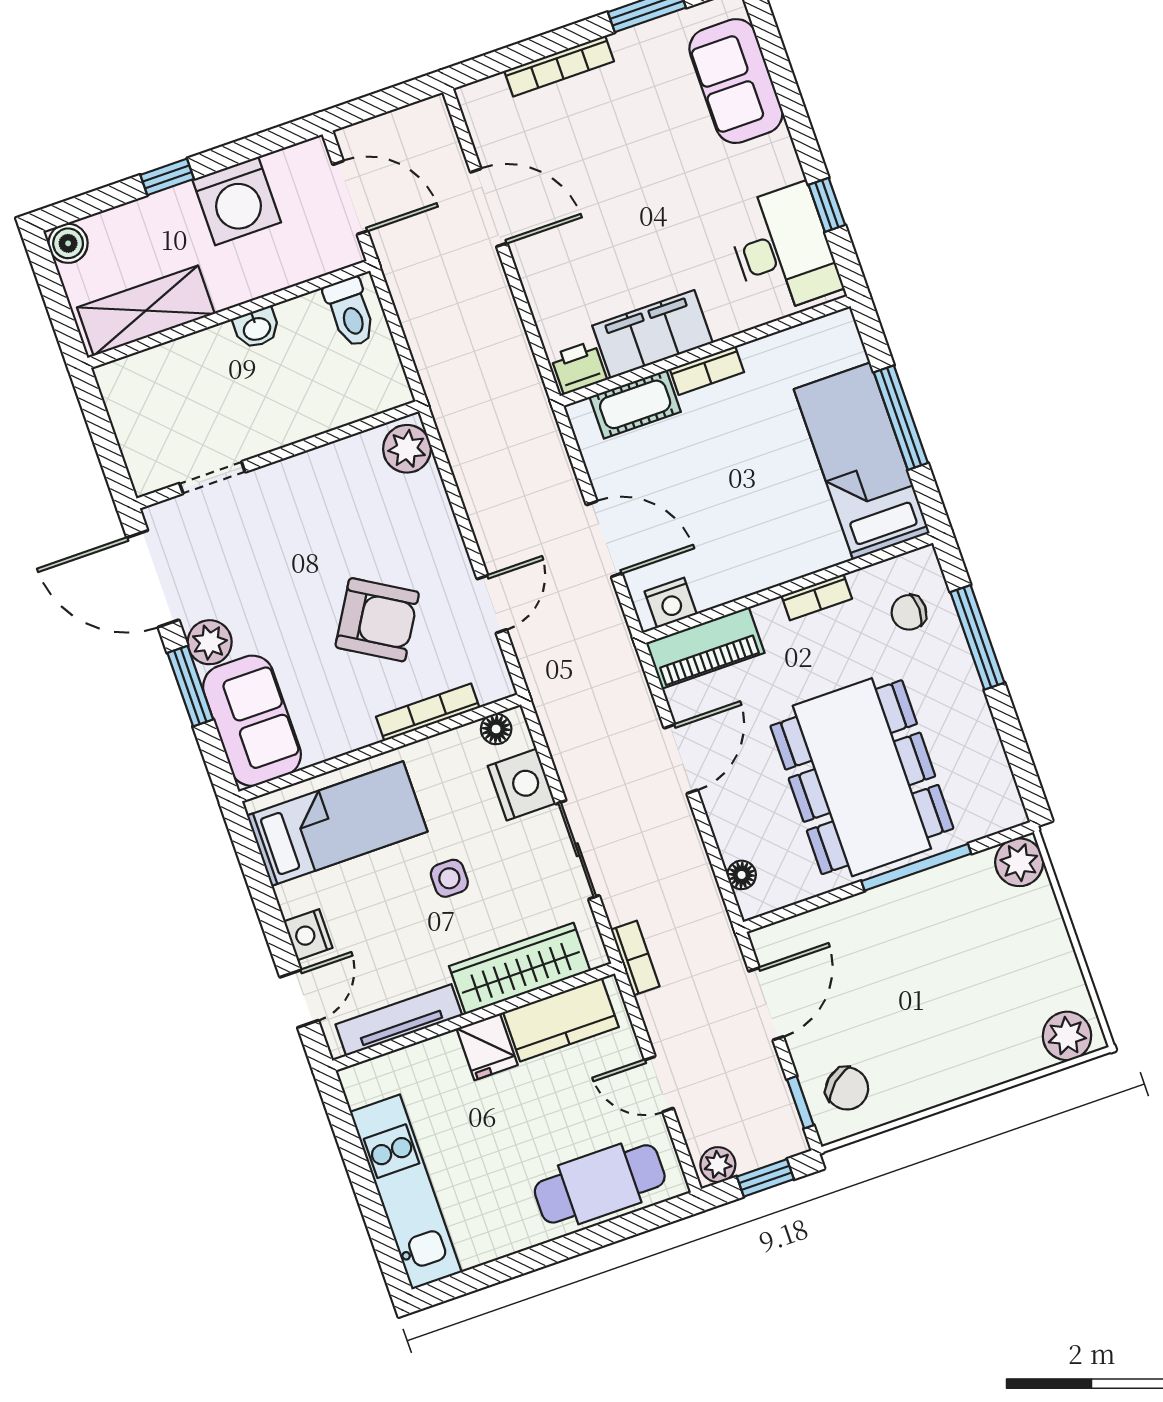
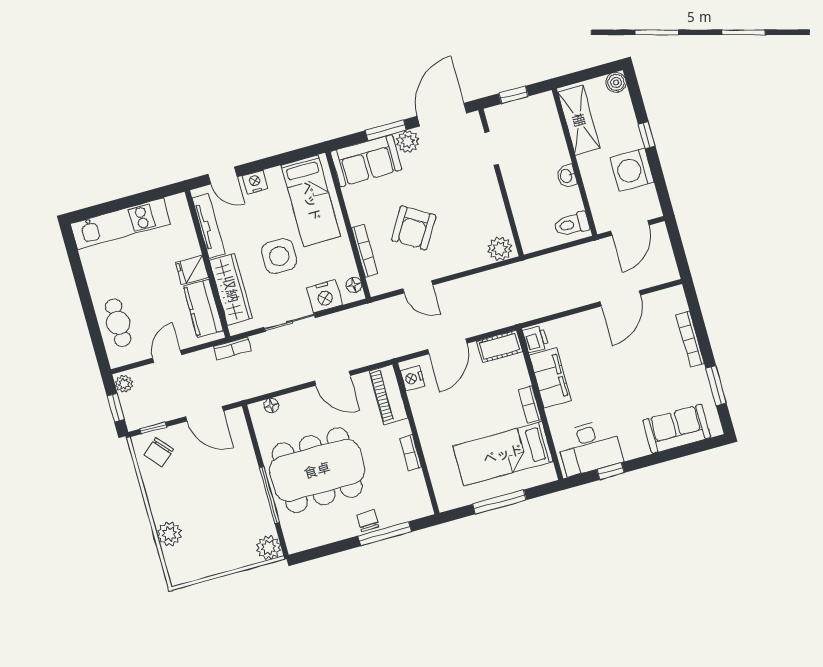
cot: (635, 404) -> (500, 346), moved, turned 90
window: (105, 442) -> (514, 95), added
bed: (862, 461) -> (503, 454), moved, turned 180
chair: (909, 612) -> (368, 521), moved
side table: (449, 878) -> (279, 256), width x1.87, depth x1.87
plant: (1067, 1036) -> (169, 534), moved
cafe table: (600, 1184) -> (118, 323), width x0.73, depth x0.74

